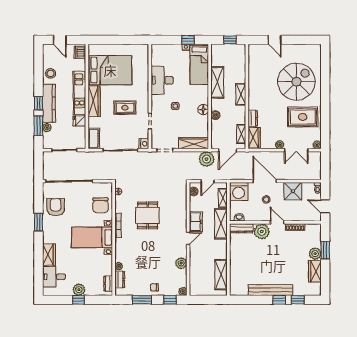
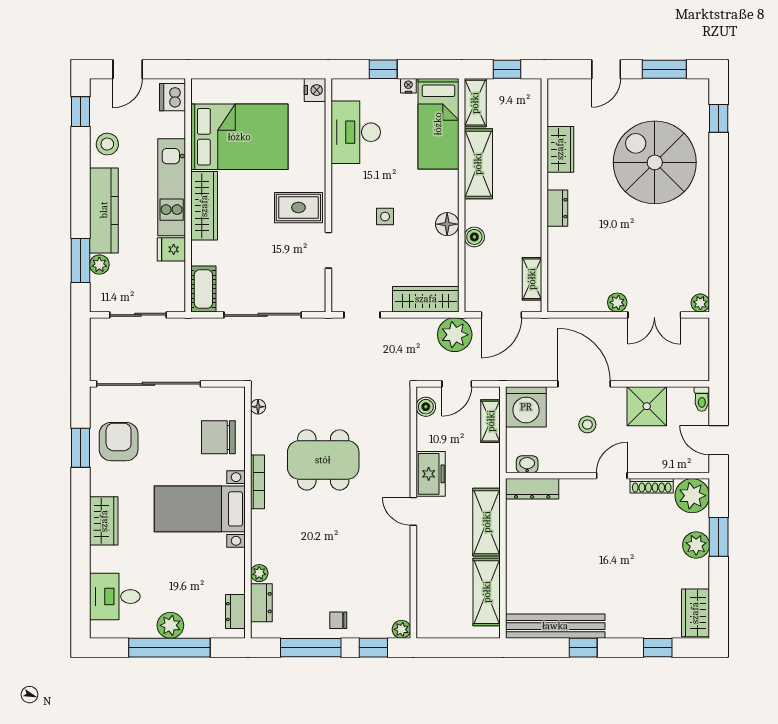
door: (60, 40) -> (128, 69), hinge flipped
window: (188, 40) -> (383, 69), moved
door: (275, 40) -> (606, 69), hinge flipped
window: (301, 40) -> (664, 69), added
window: (325, 62) -> (719, 118), added
desk: (162, 80) -> (356, 132), moved
spiral stairs: (296, 82) -> (655, 162), turned -90
shelving: (241, 94) -> (475, 103), moved
window: (38, 103) -> (80, 112), moved
rug: (125, 108) -> (298, 208), moved
rug: (303, 117) -> (668, 241), removed
dresser: (253, 118) -> (557, 208), moved
wardrobe: (254, 138) -> (560, 149), moved
nightstand: (144, 144) -> (315, 90), moved
chair: (100, 205) -> (218, 437), turned 90
dining table: (148, 215) -> (323, 460), width x1.38
window: (38, 222) -> (80, 448), moved
door: (277, 222) -> (612, 476), hinge flipped
shelving: (221, 224) -> (487, 522), moved
plant: (262, 231) -> (692, 496), moved
door: (188, 238) -> (413, 511), swing flipped
wardrobe: (49, 255) -> (104, 521), moved
plant: (181, 263) -> (398, 566), removed
wardrobe: (315, 271) -> (695, 613), moved
bench: (270, 290) -> (555, 626), moved
window: (78, 300) -> (169, 648), width x3.17
window: (142, 300) -> (311, 648), width x1.44
window: (279, 300) -> (583, 648), moved

